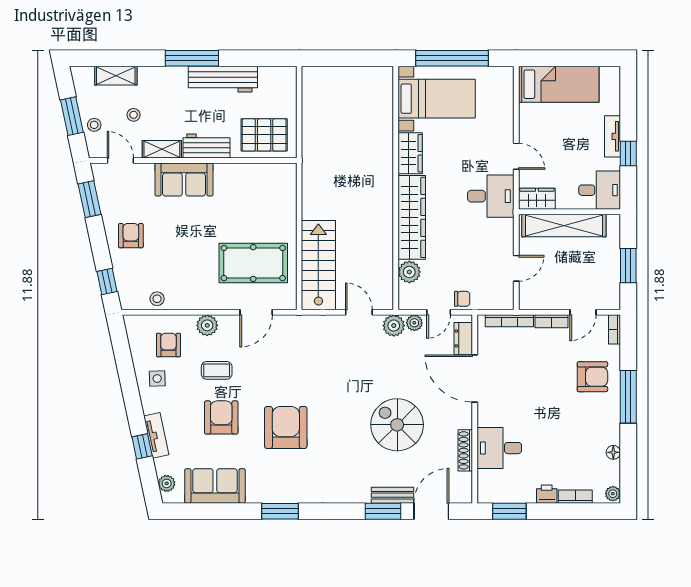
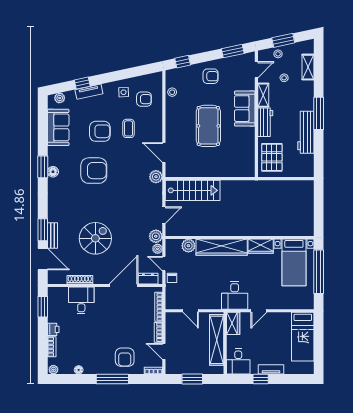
pool table: (253, 263) -> (208, 126), moved
plant: (207, 325) -> (156, 177), moved
floor lamp: (288, 495) -> (53, 172), added

